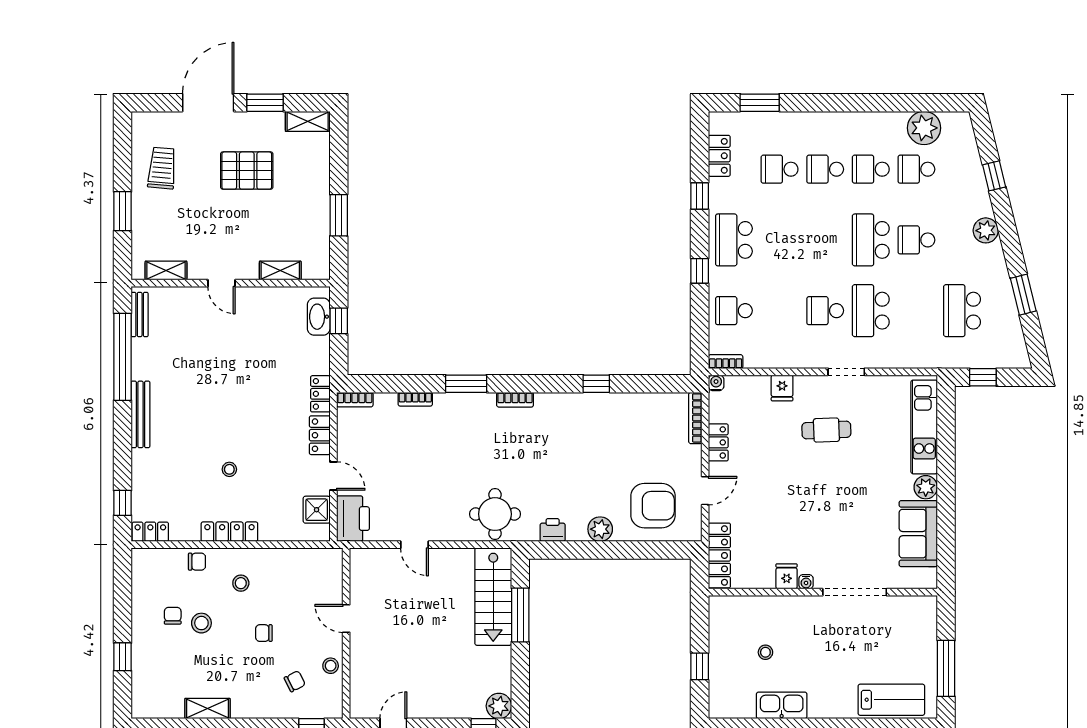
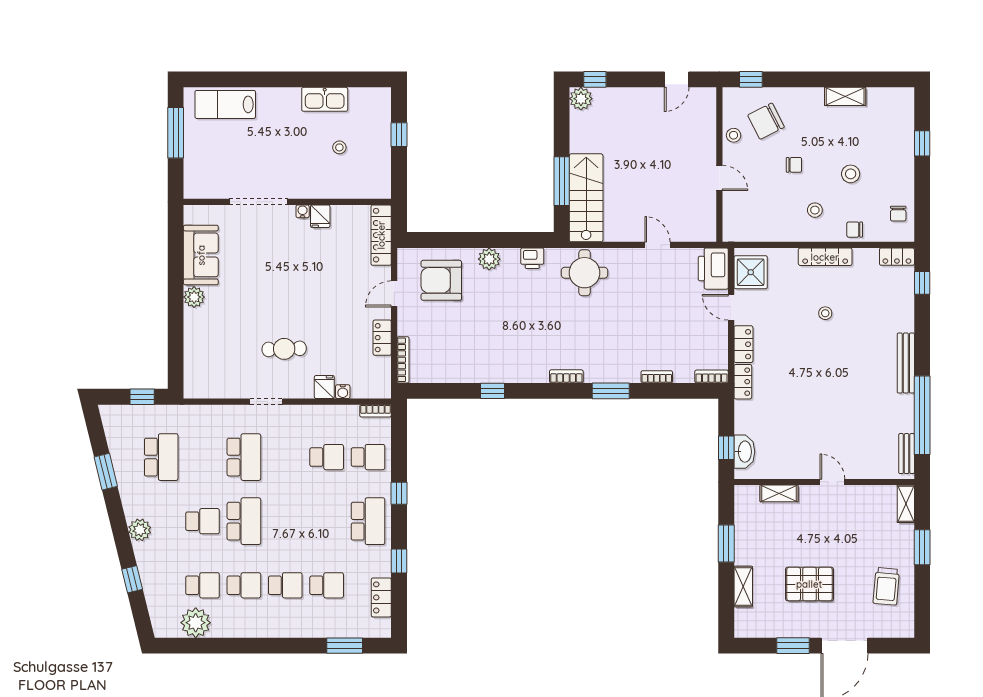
shelving: (308, 121) -> (743, 587), moved, turned 90
shelving: (166, 271) -> (906, 504), moved, turned 90
school desk: (825, 311) -> (327, 457), moved
water cooler: (716, 383) -> (343, 392), moved
kitchen unit: (924, 427) -> (195, 352), removed
shower: (317, 510) -> (751, 272), width x1.36, depth x1.36
chair: (173, 616) -> (898, 214), moved
chair: (295, 681) -> (766, 121), width x1.87, depth x1.87

